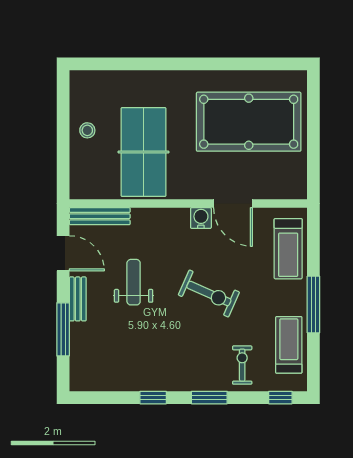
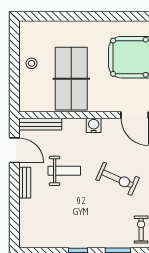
water cooler: (201, 218) -> (94, 125), moved
weight bench: (134, 282) -> (64, 171), turned 90
window: (63, 329) -> (14, 204), removed

